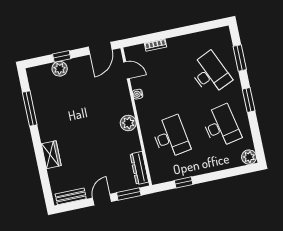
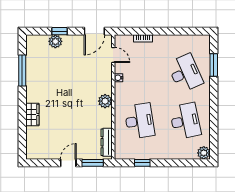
window: (249, 100) -> (214, 103), removed
bench: (71, 196) -> (42, 154), removed

